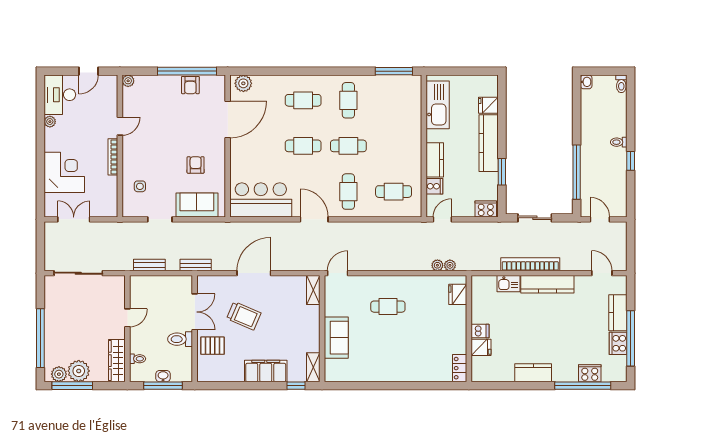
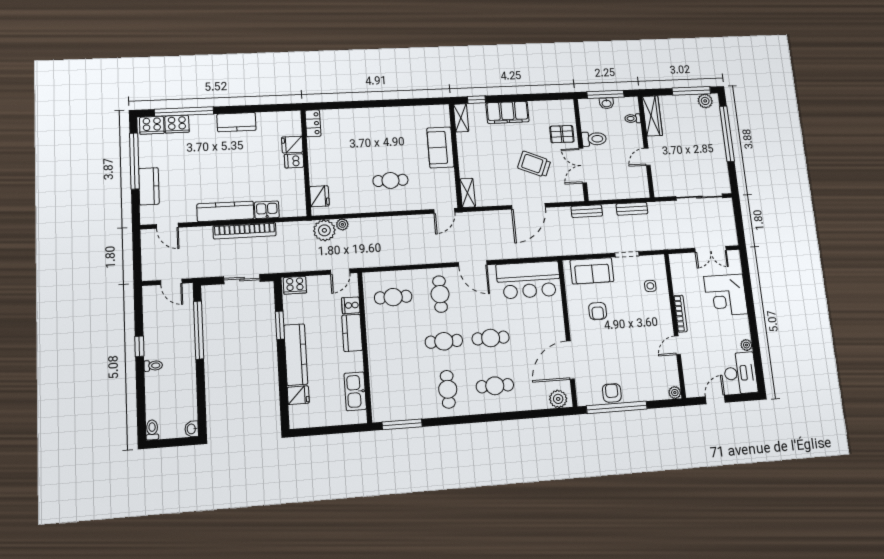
kitchen sink: (438, 105) -> (355, 391), width x0.73, depth x0.81
plant: (450, 265) -> (324, 230), width x1.88, depth x1.88
cooker: (618, 343) -> (152, 125), moved, turned 90
plant: (79, 371) -> (687, 105), removed

